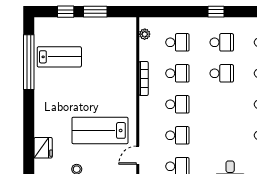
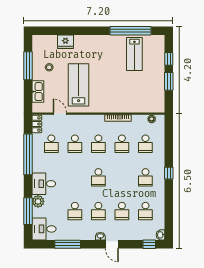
school desk: (222, 73) -> (98, 177), moved

